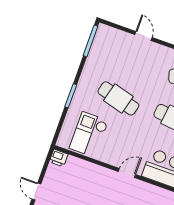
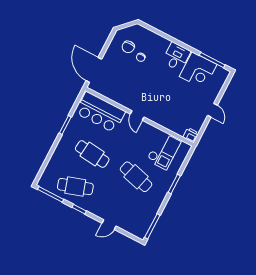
door: (143, 36) -> (109, 225), hinge flipped
door: (127, 173) -> (137, 116), hinge flipped

